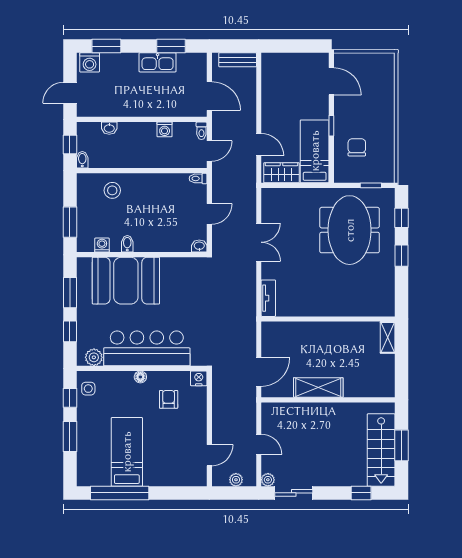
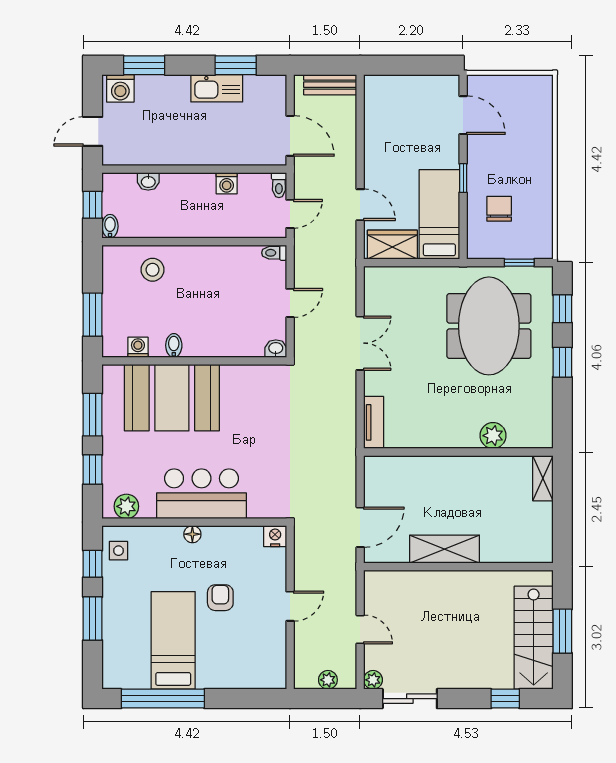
plant: (352, 307) -> (493, 436), added
bar counter: (147, 348) -> (201, 494), width x0.73
armchair: (169, 399) -> (220, 598), moved
door: (209, 455) -> (290, 606), moved

